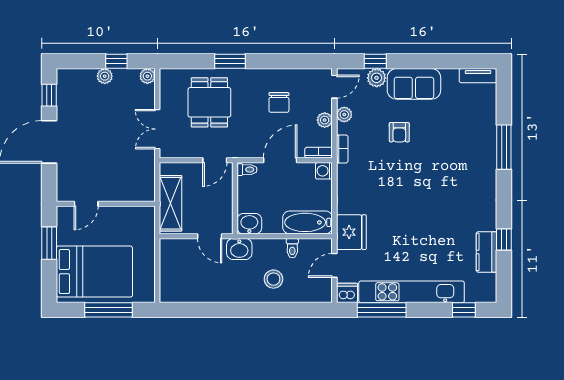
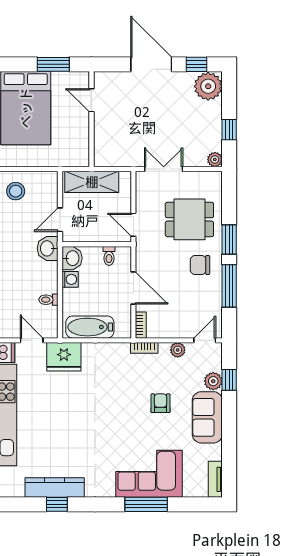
window: (278, 61) -> (229, 286), added
plant: (105, 76) -> (208, 86), moved, width x1.88, depth x1.88
door: (334, 87) -> (205, 340), swing flipped
chair: (279, 102) -> (200, 265), moved
plant: (325, 120) -> (172, 331), removed
armchair: (399, 132) -> (161, 403), turned 90
corner sofa: (472, 144) -> (149, 474), added
toilet: (247, 170) -> (109, 256), moved
washing machine: (324, 171) -> (70, 279), moved, turned 90
bathtub: (308, 222) -> (90, 327), moved, turned -90
kitchen counter: (487, 252) -> (55, 488), width x1.50
stool: (273, 279) -> (16, 191), moved

